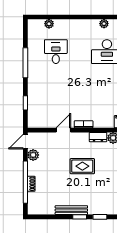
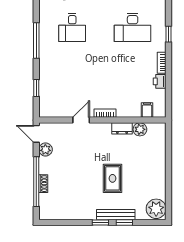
desk: (56, 52) -> (72, 27), turned 180
door: (25, 142) -> (36, 134), hinge flipped
rug: (82, 166) -> (112, 178), moved, turned 90
bench: (71, 210) -> (116, 215), moved

